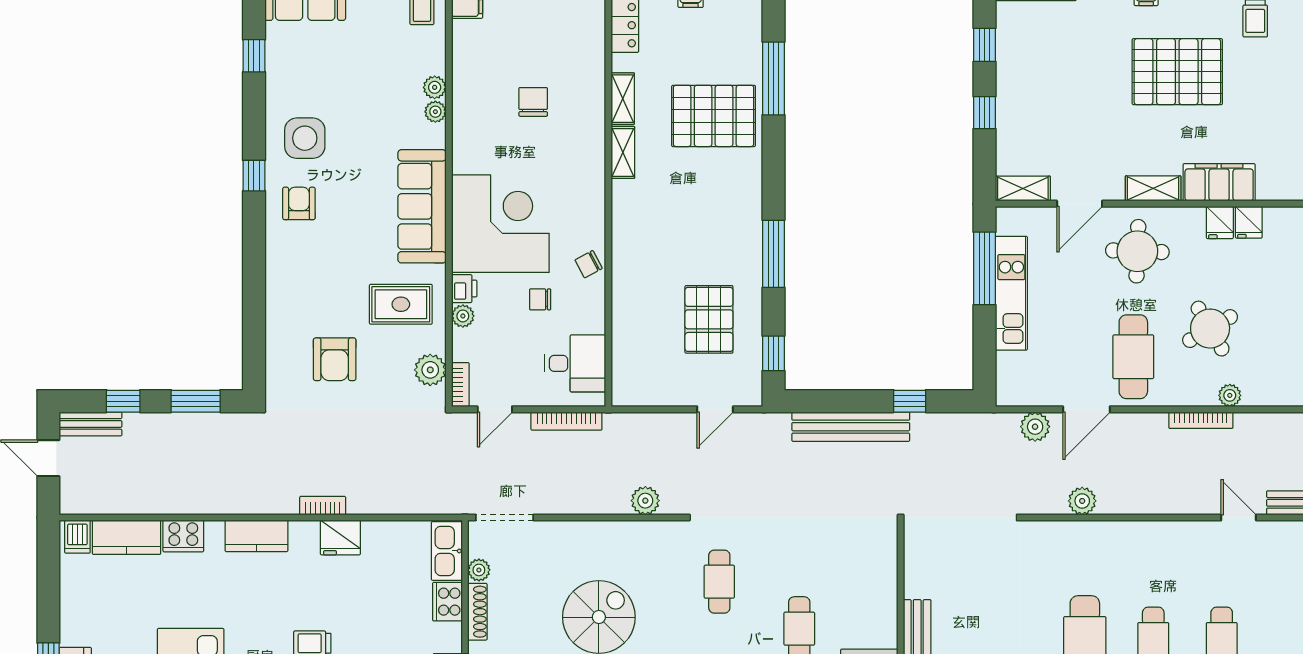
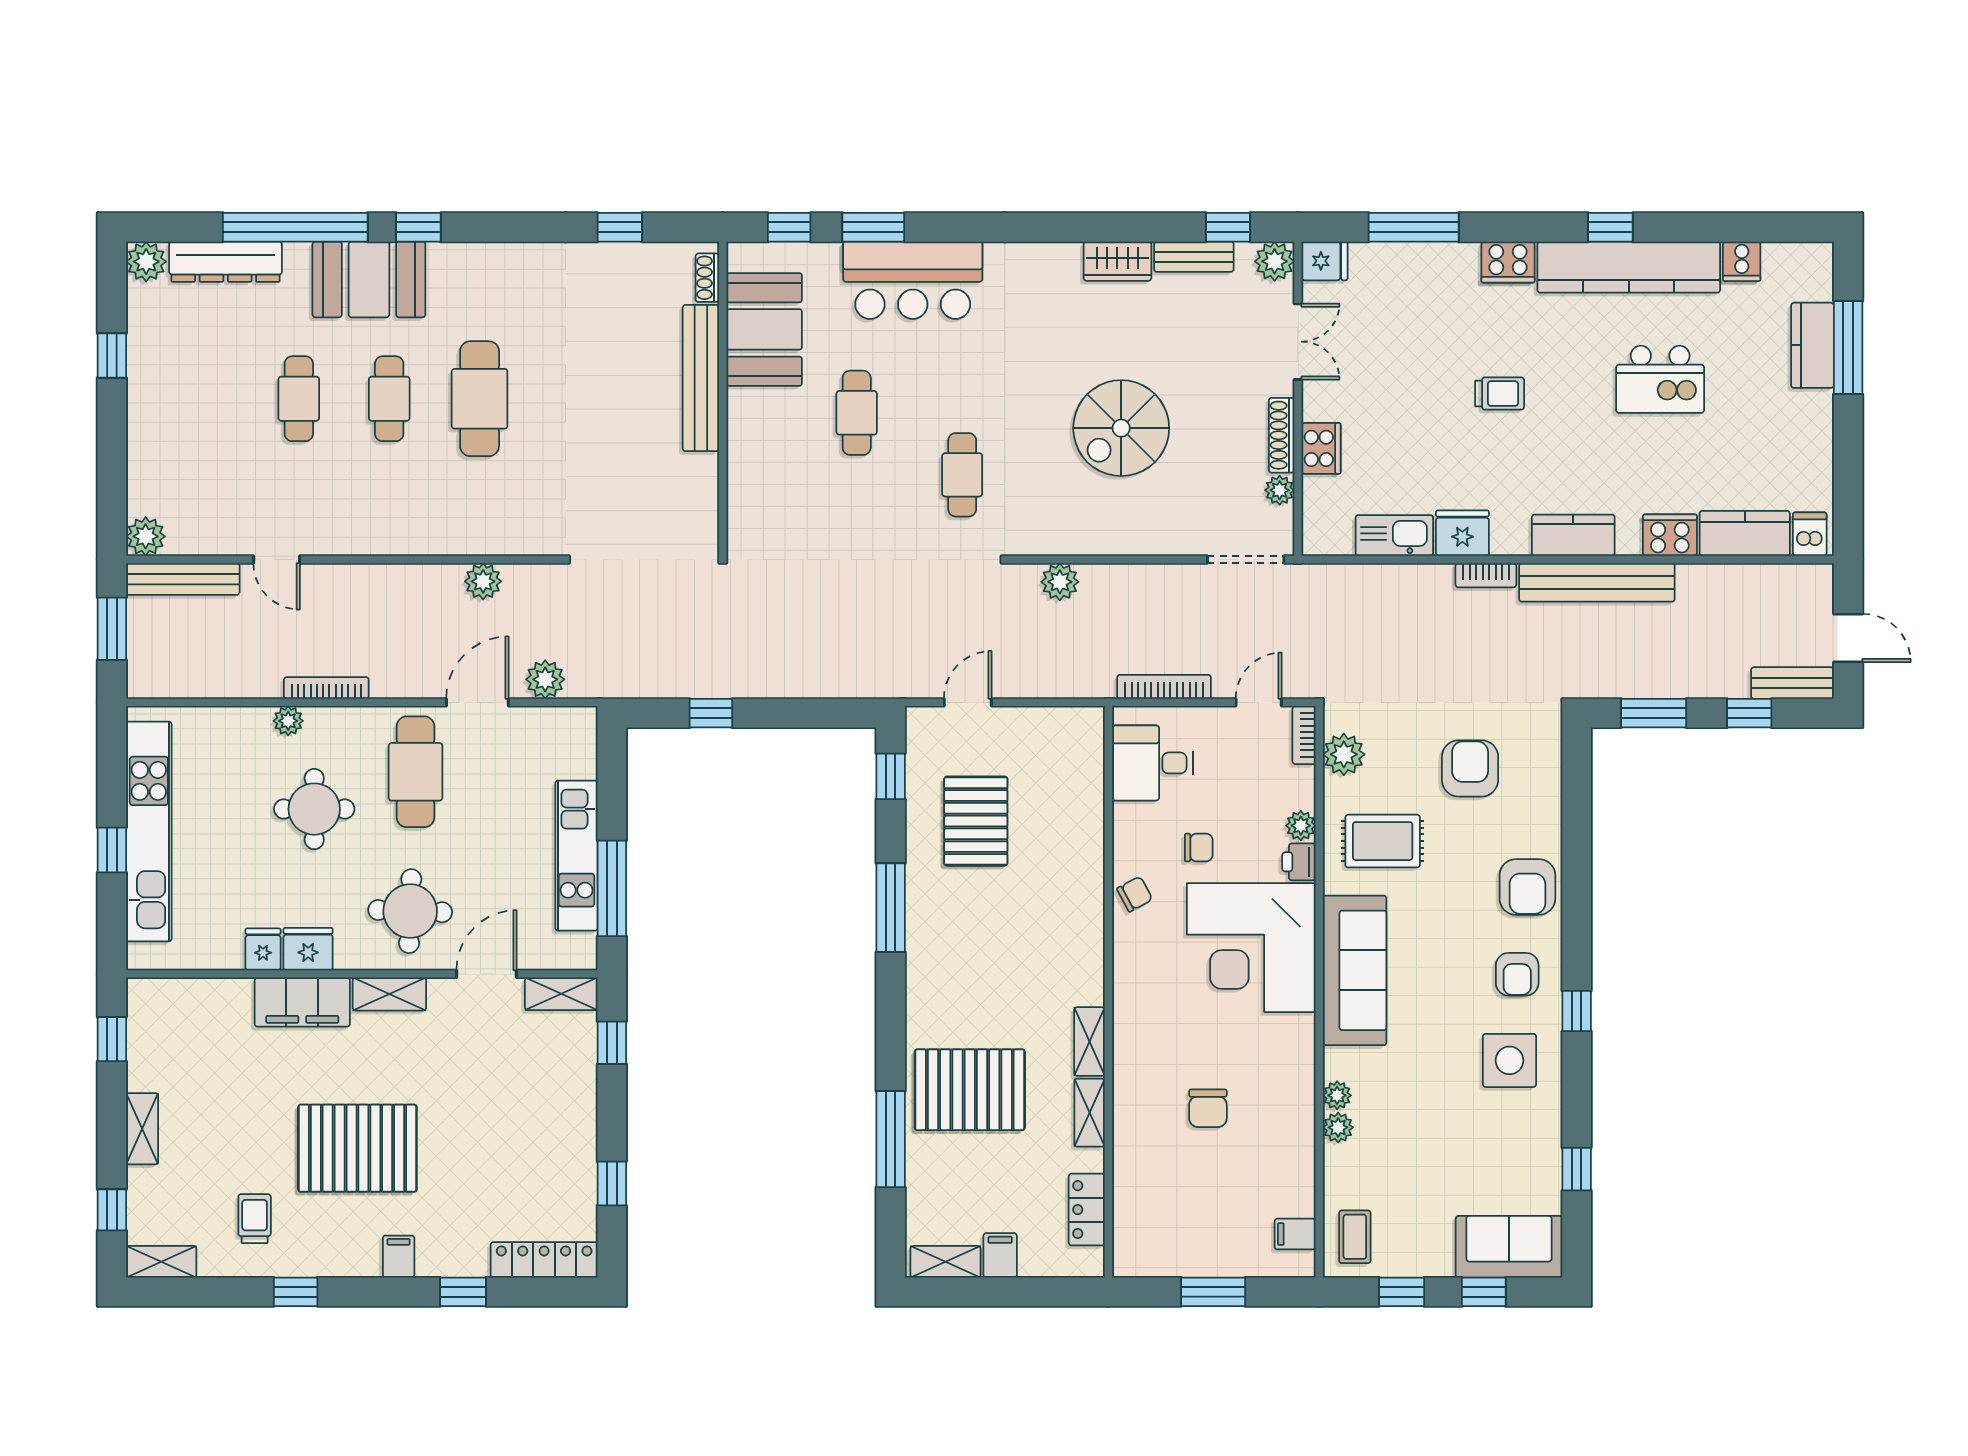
window: (985, 113) -> (612, 1043), moved
fridge: (1220, 222) -> (308, 949), width x1.38
armchair: (291, 269) -> (1527, 887), added
round table: (1210, 329) -> (314, 809), turned 30
bench: (851, 427) -> (1597, 582), moved
kitchen sink: (447, 551) -> (1394, 535), moved, turned -90

